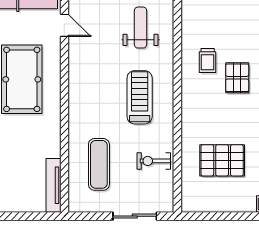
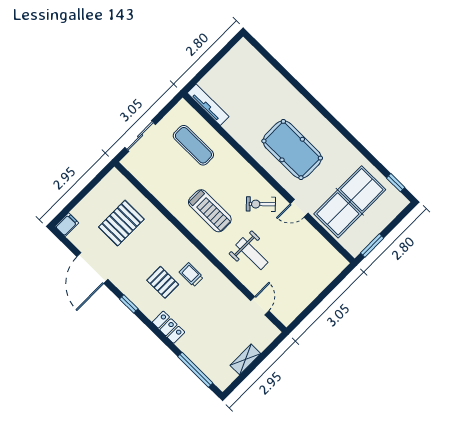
exercise bike: (154, 161) -> (261, 204), moved, turned -134

